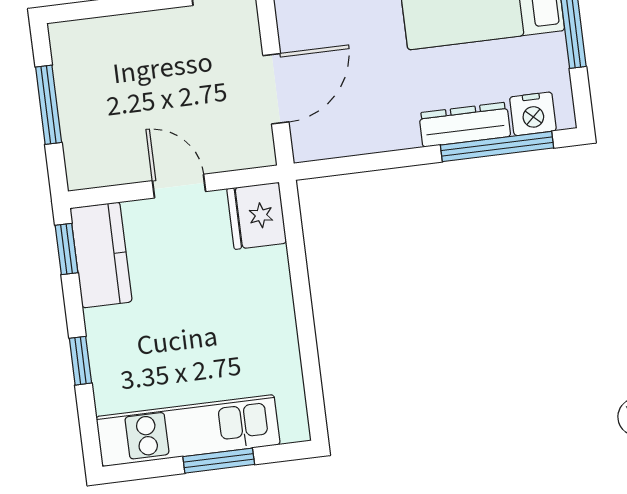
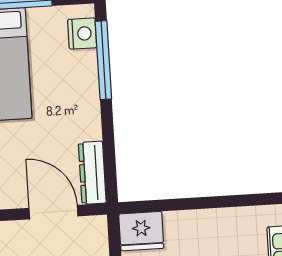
dresser: (465, 125) -> (92, 173), moved

